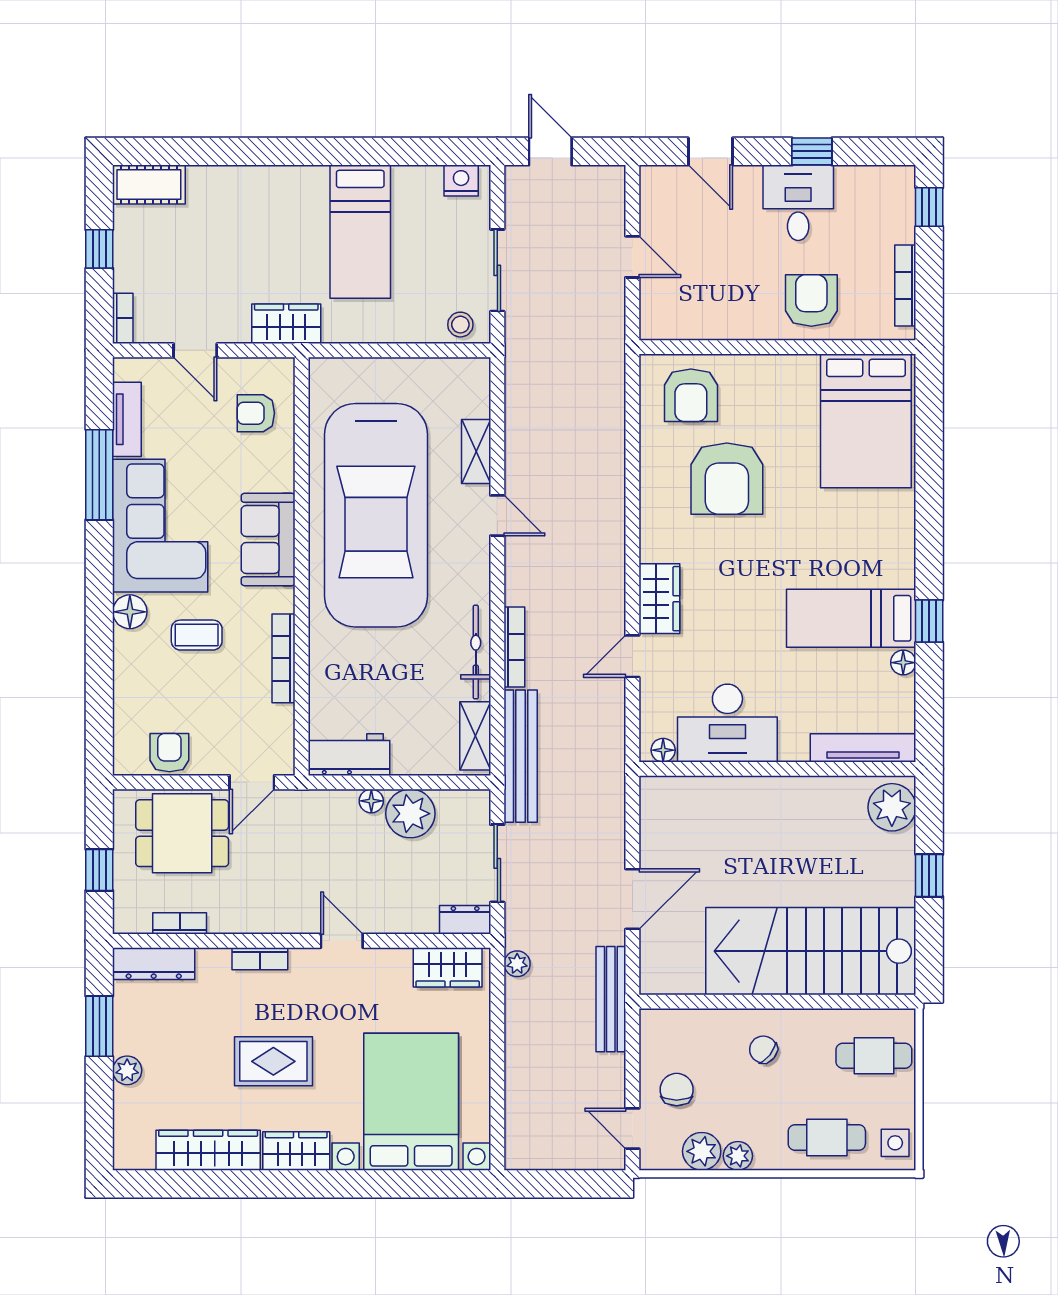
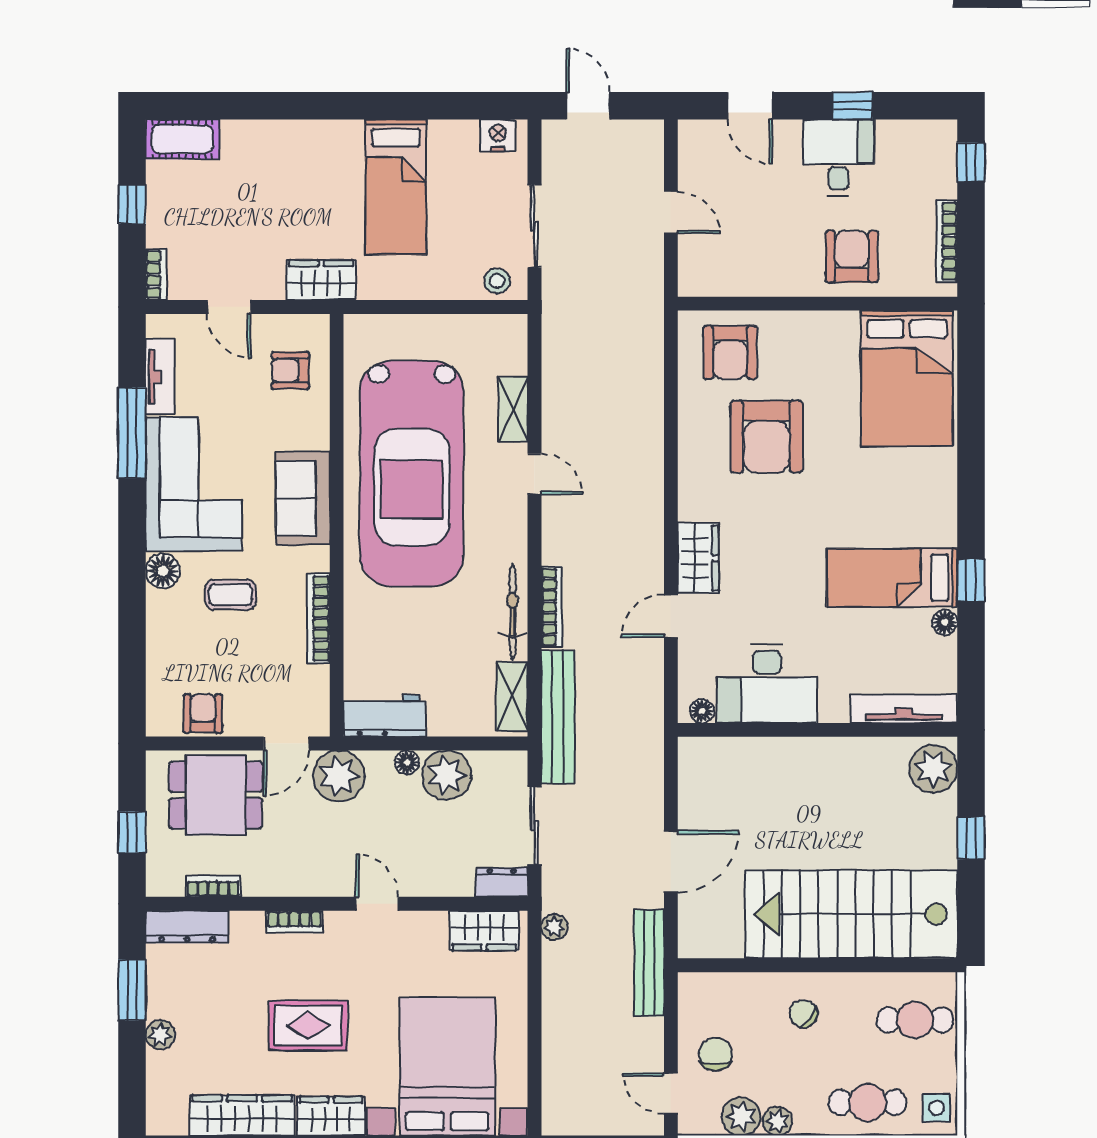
plant: (304, 814) -> (339, 776), added

